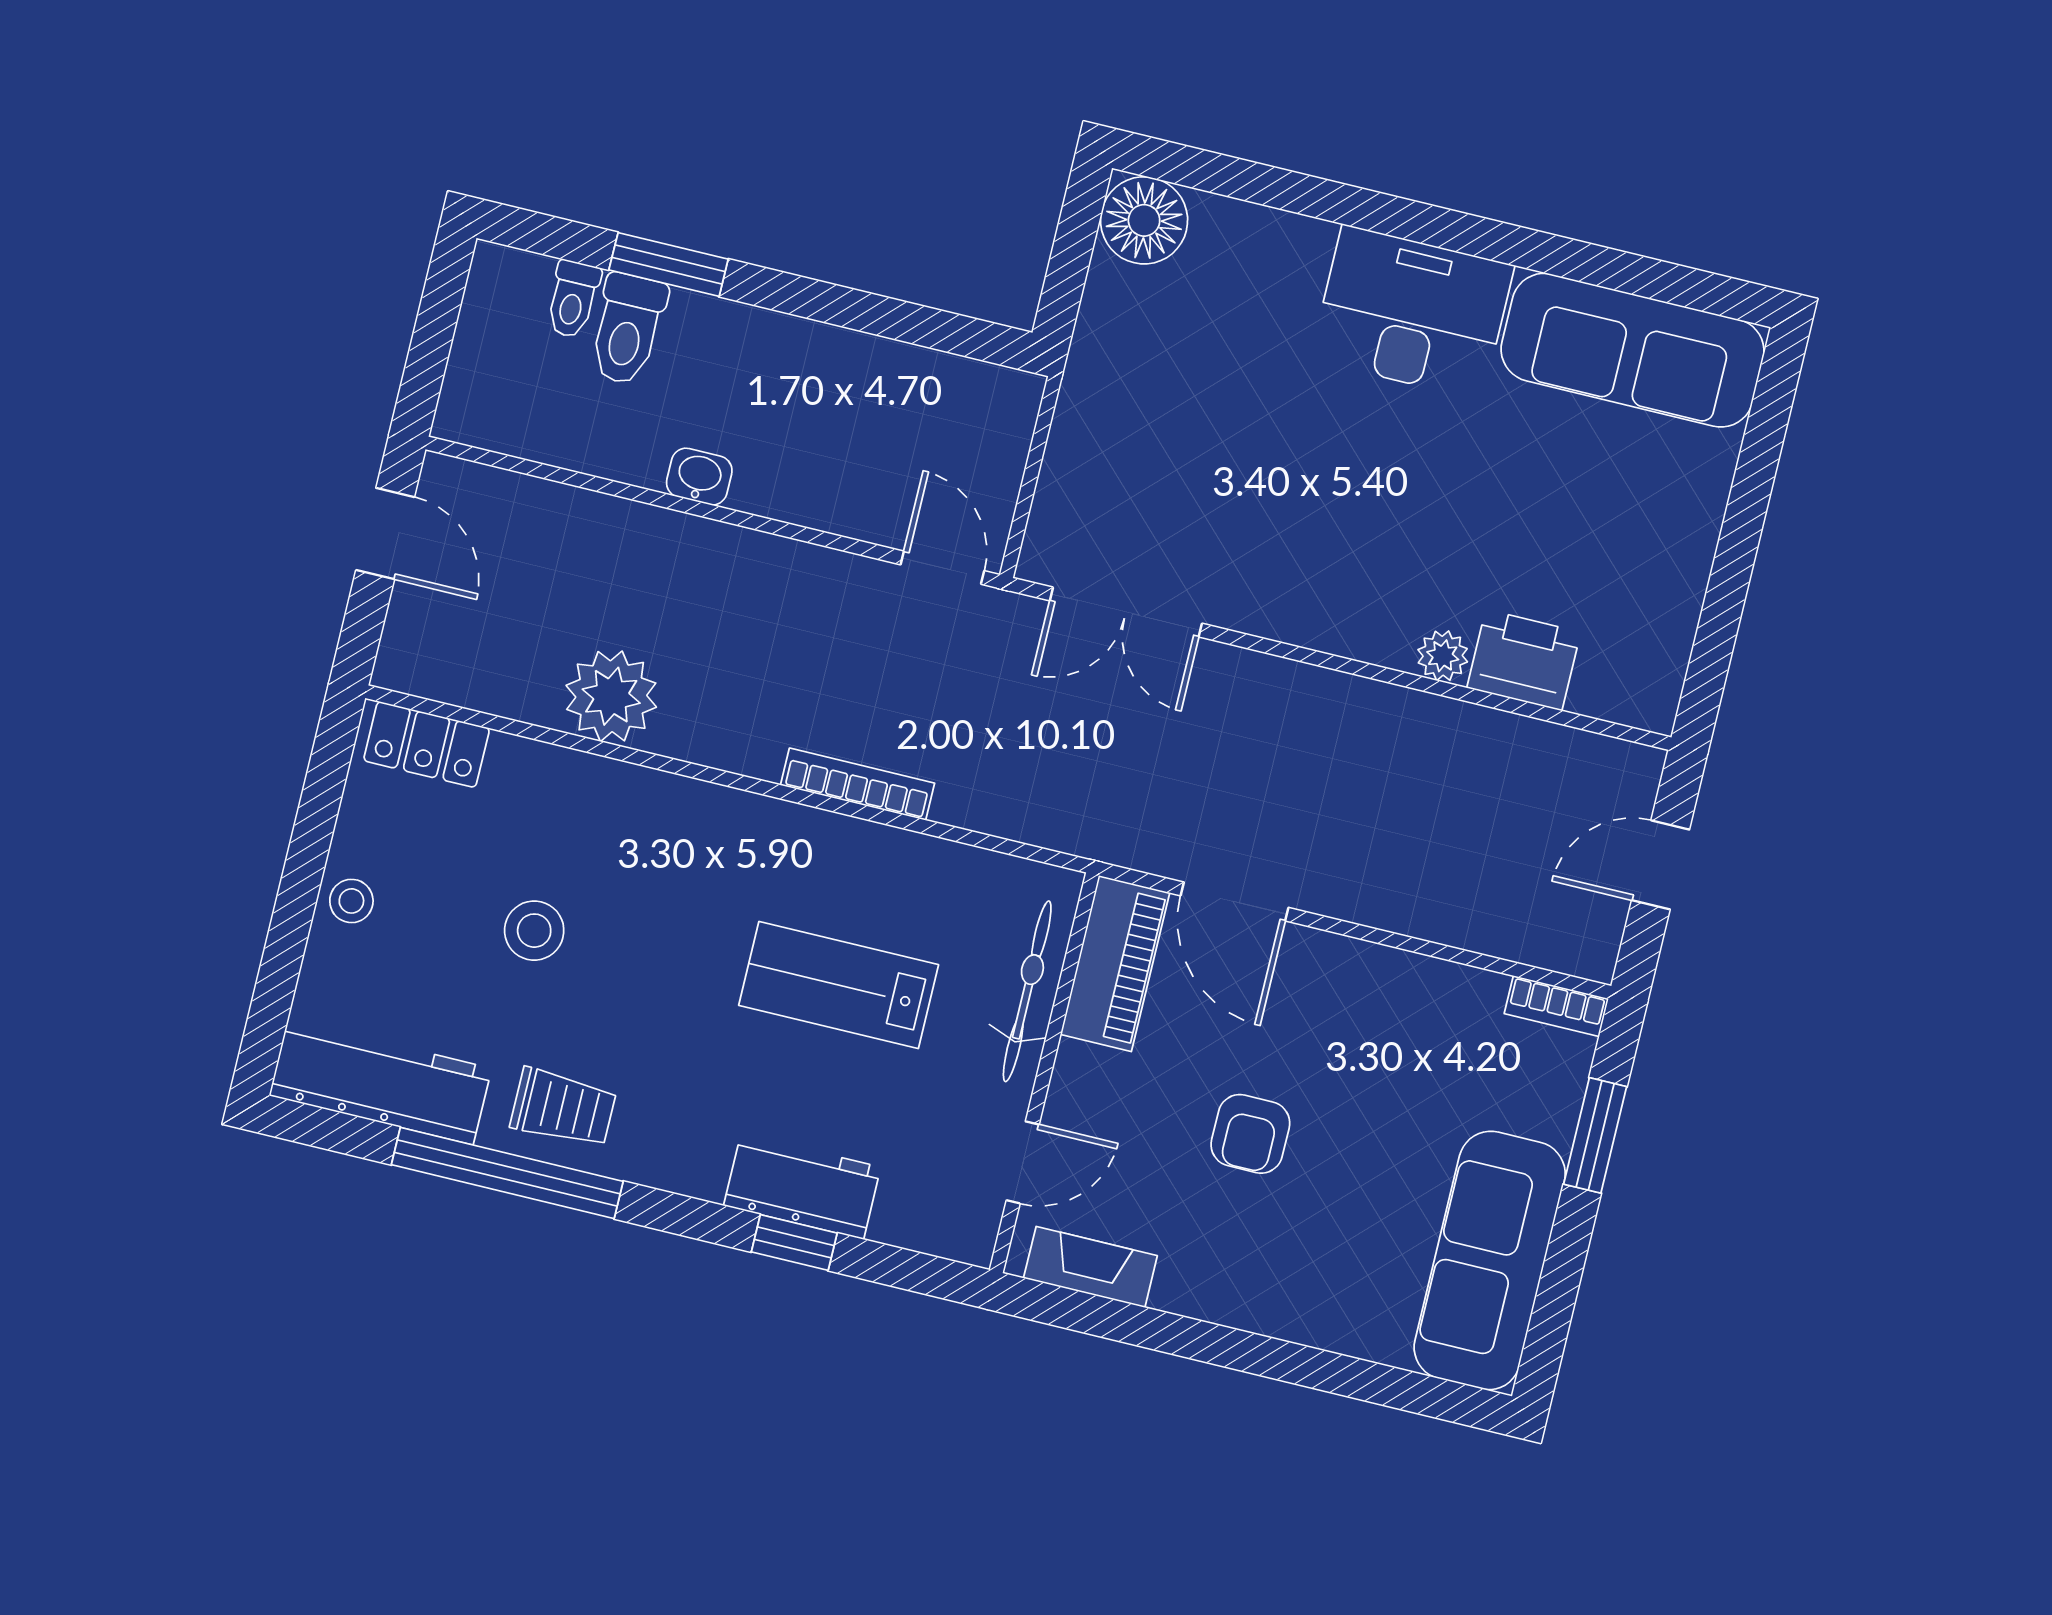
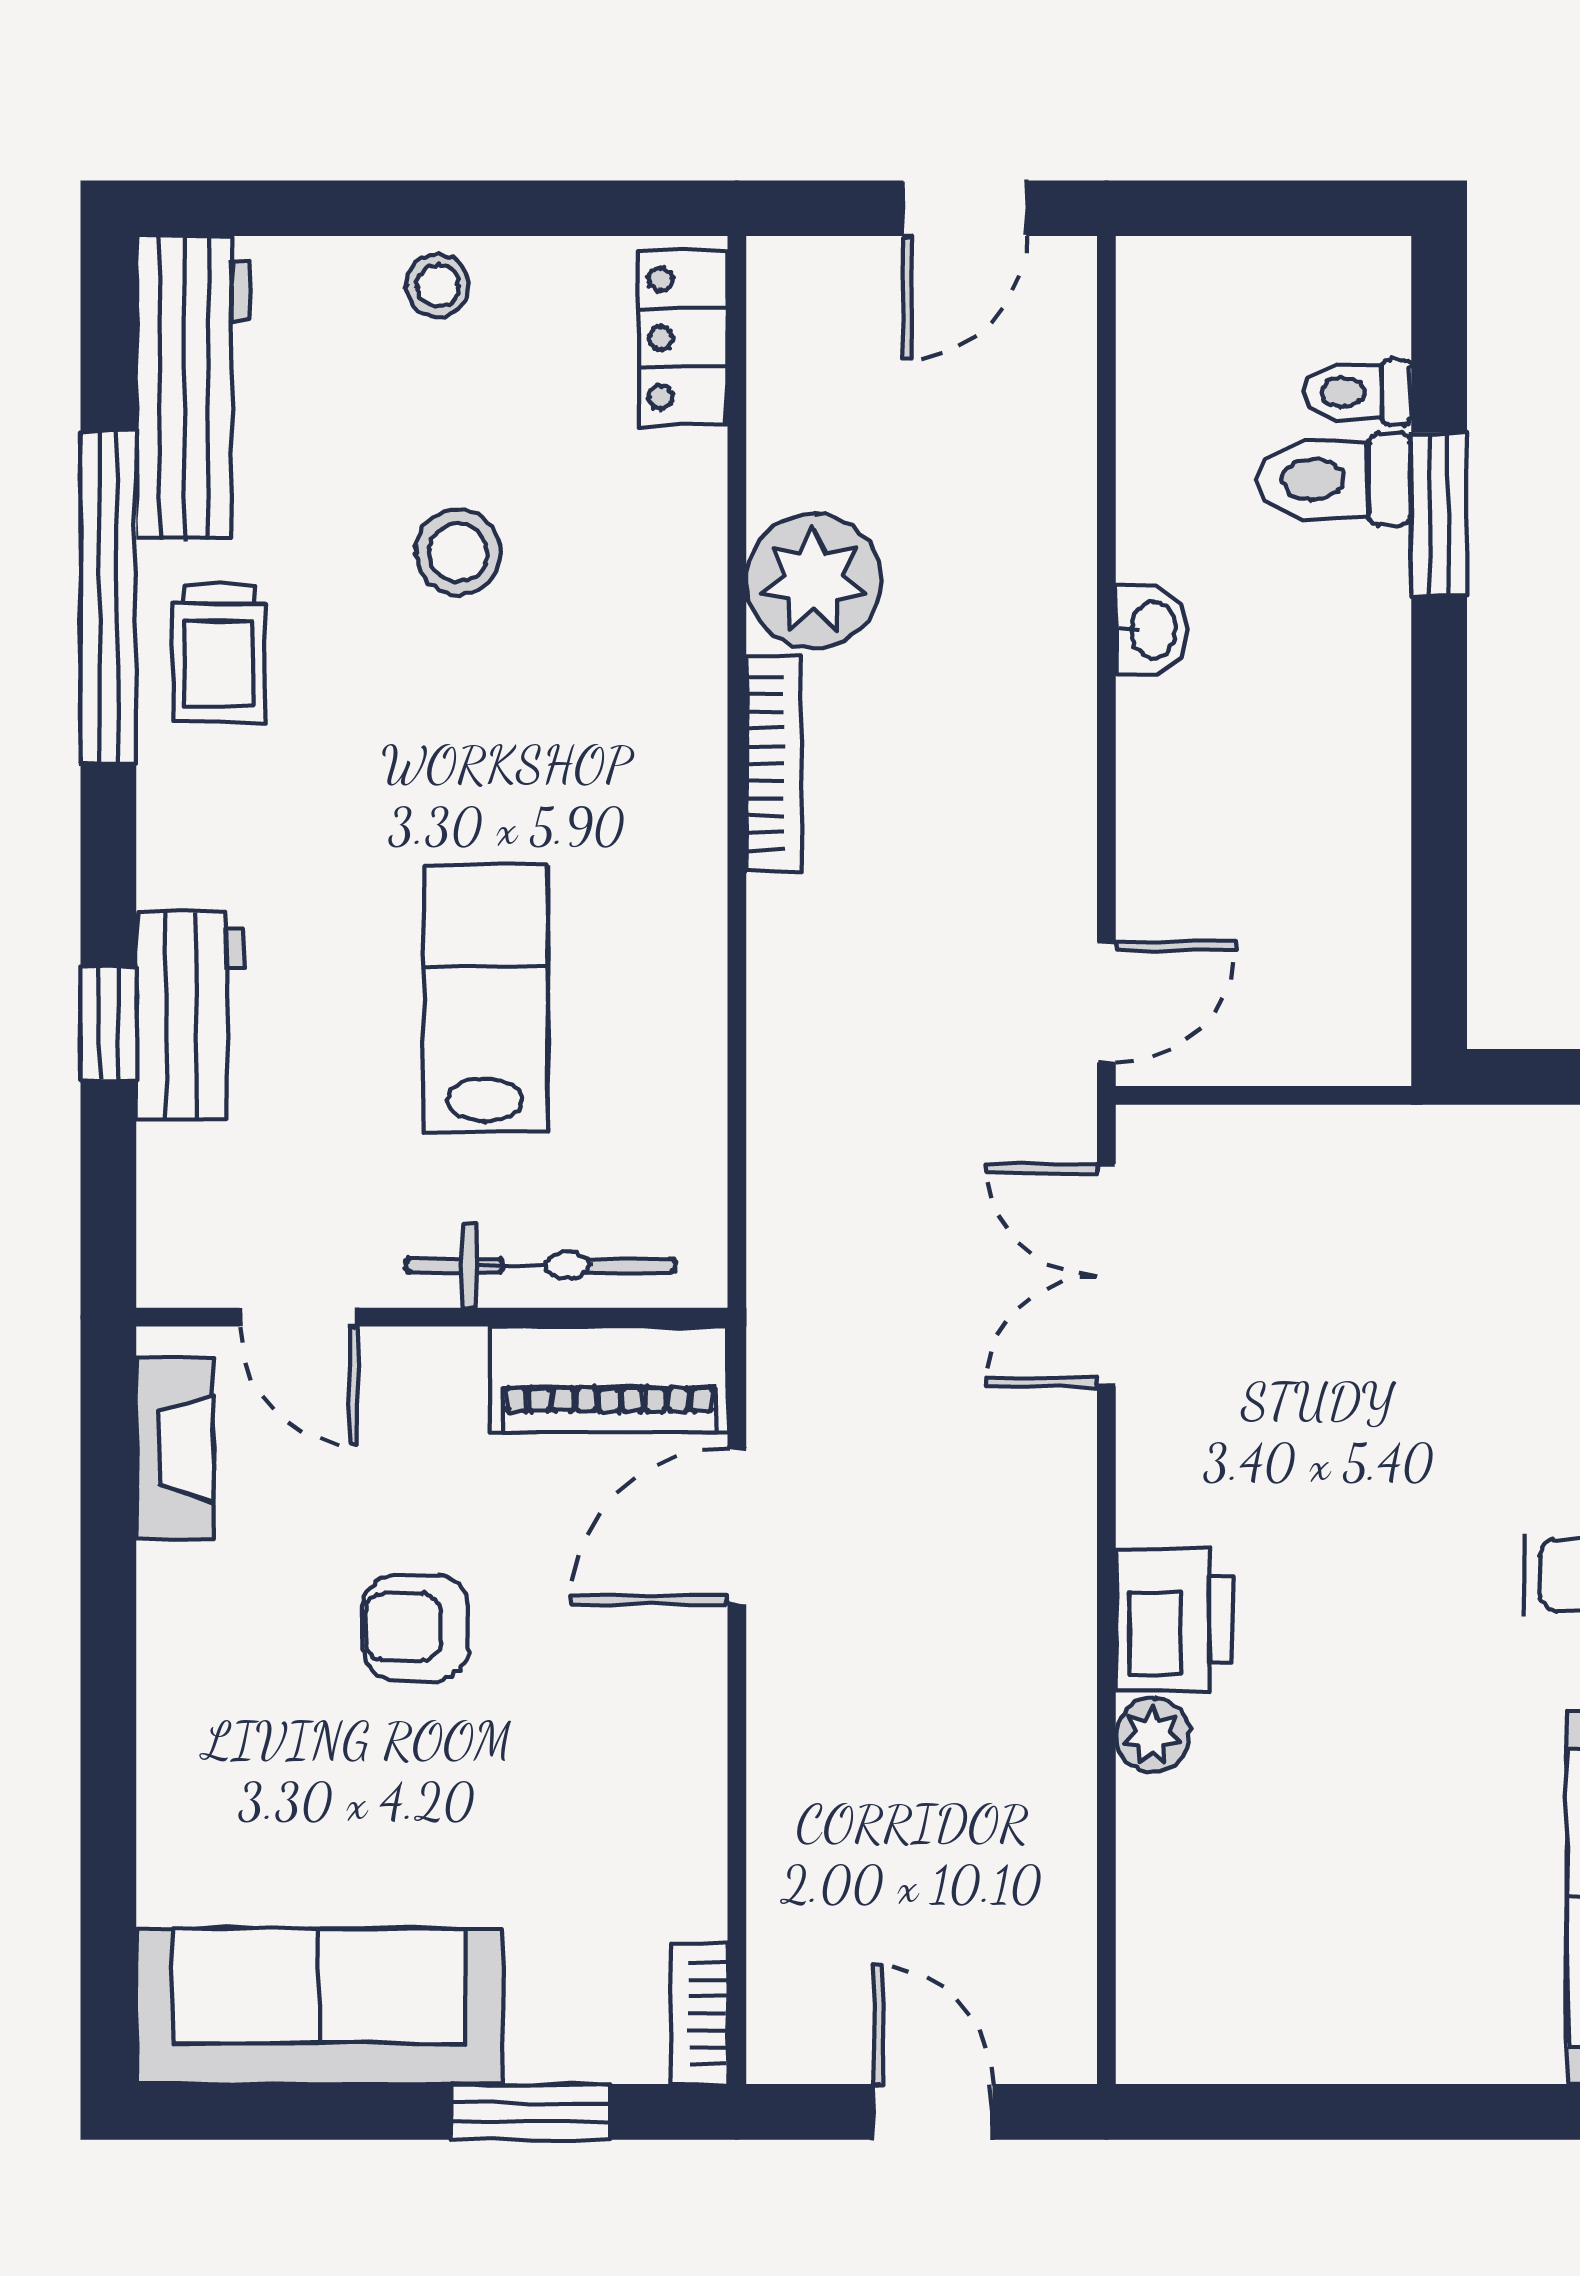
printer: (1524, 660) -> (1174, 1620), moved
bookcase: (858, 784) -> (774, 764), moved

